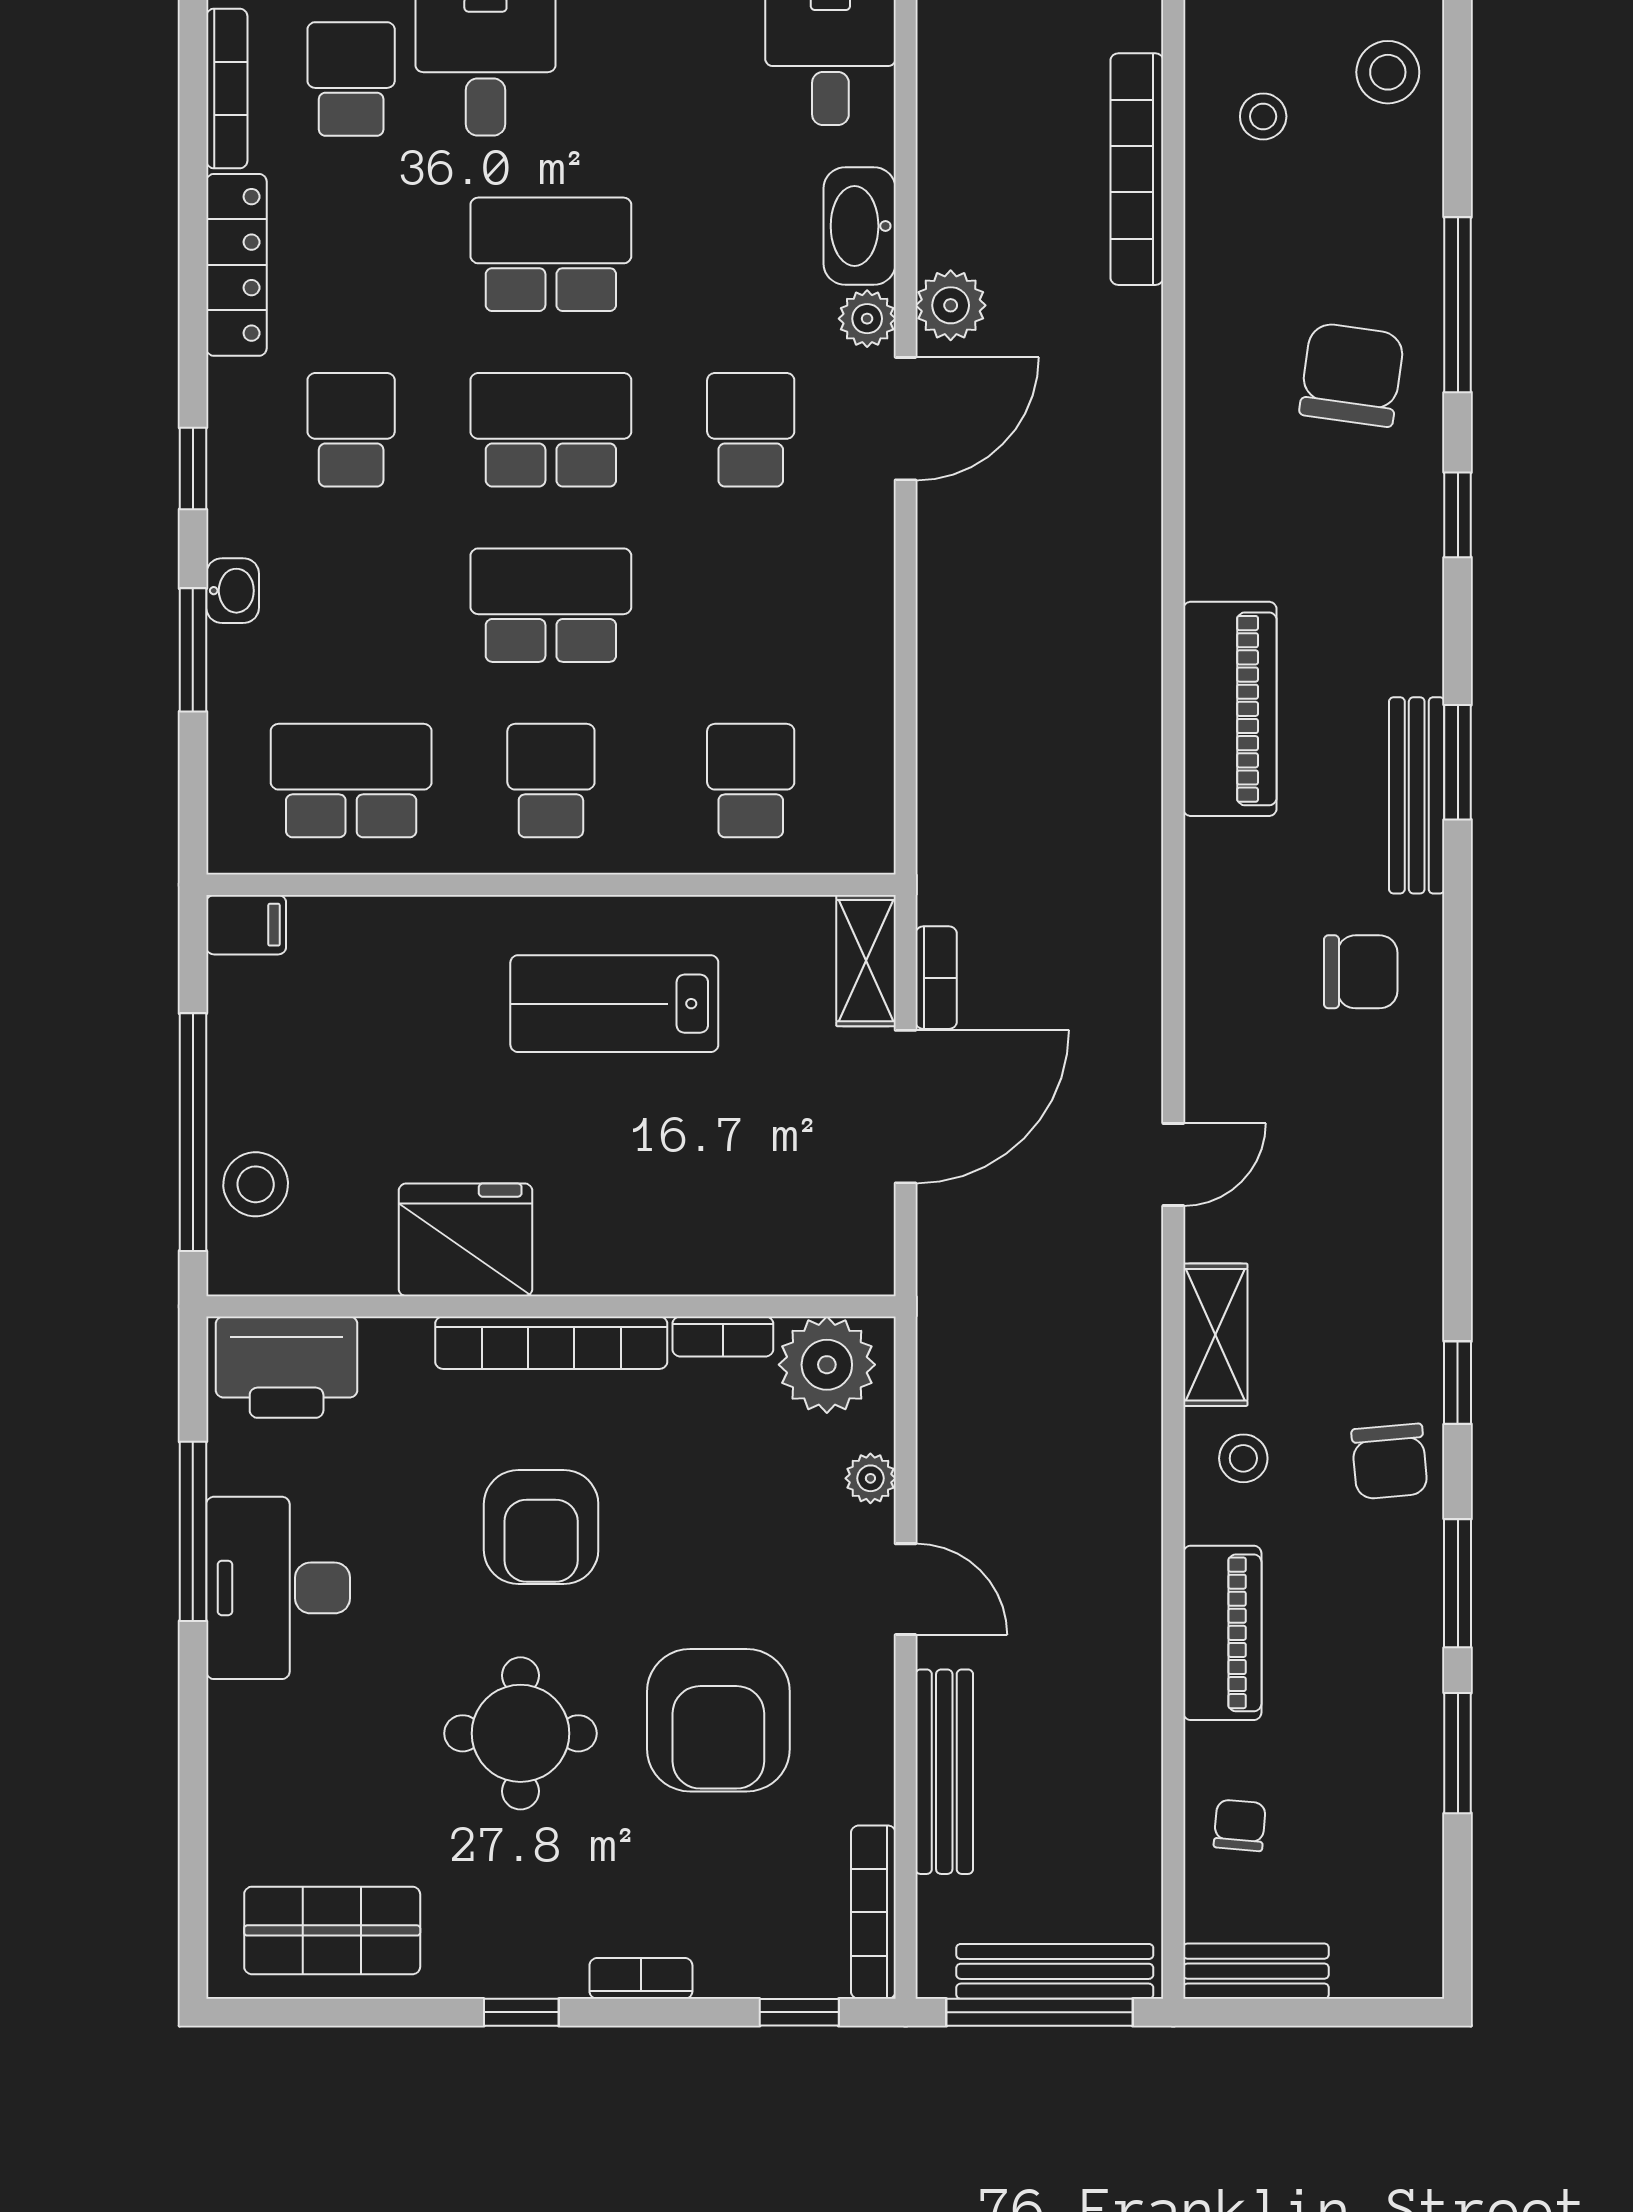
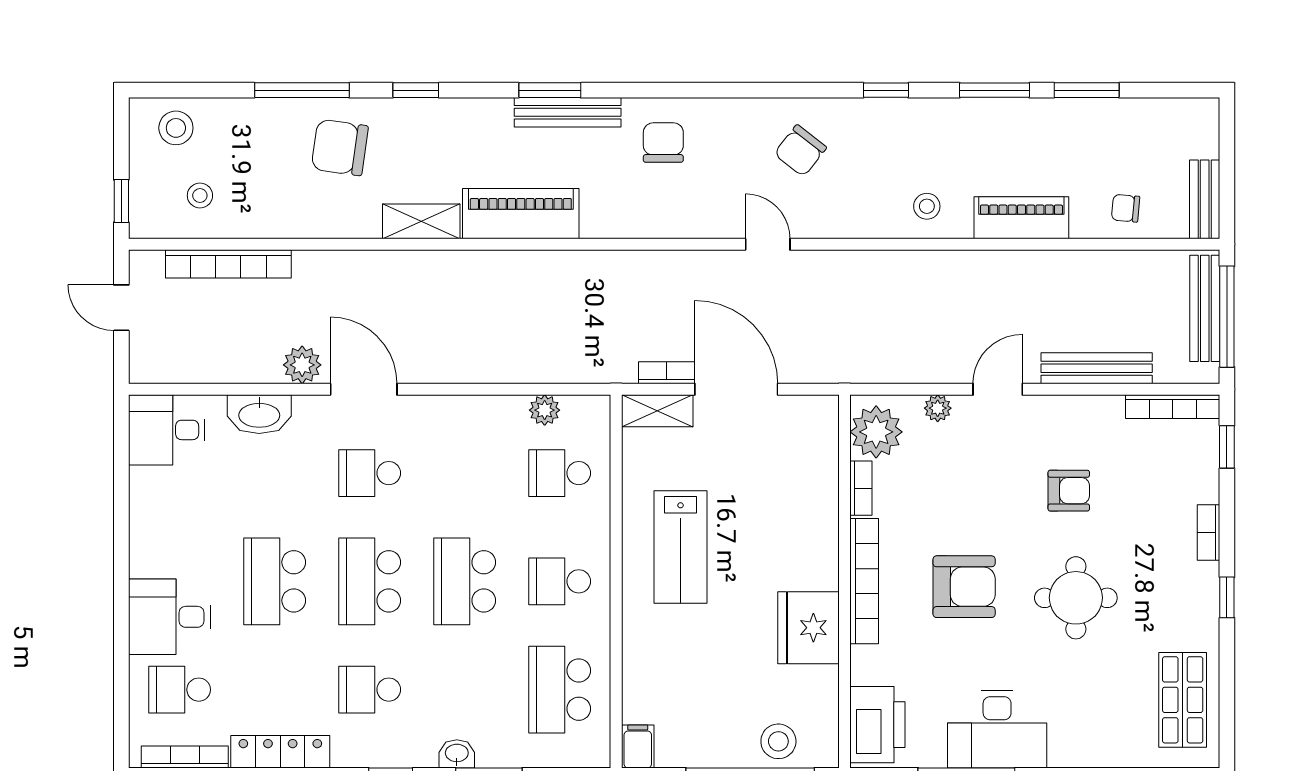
plant: (867, 319) -> (545, 410), moved
shelving: (1215, 1335) -> (421, 221), moved
chair: (1390, 1461) -> (800, 151), moved, turned 133
armchair: (718, 1720) -> (1069, 491), width x0.53, depth x0.53

